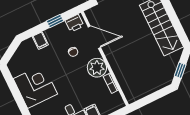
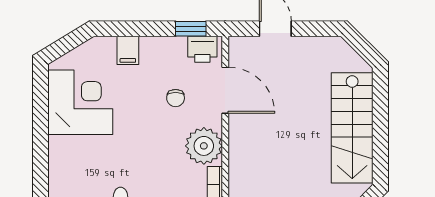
window: (55, 21) -> (191, 29), moved
corner desk: (35, 86) -> (80, 102), moved

